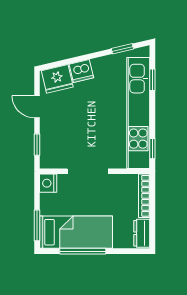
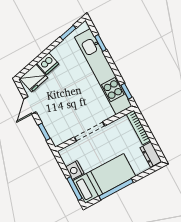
door: (37, 107) -> (30, 105), hinge flipped
nightstand: (48, 183) -> (75, 170), moved

